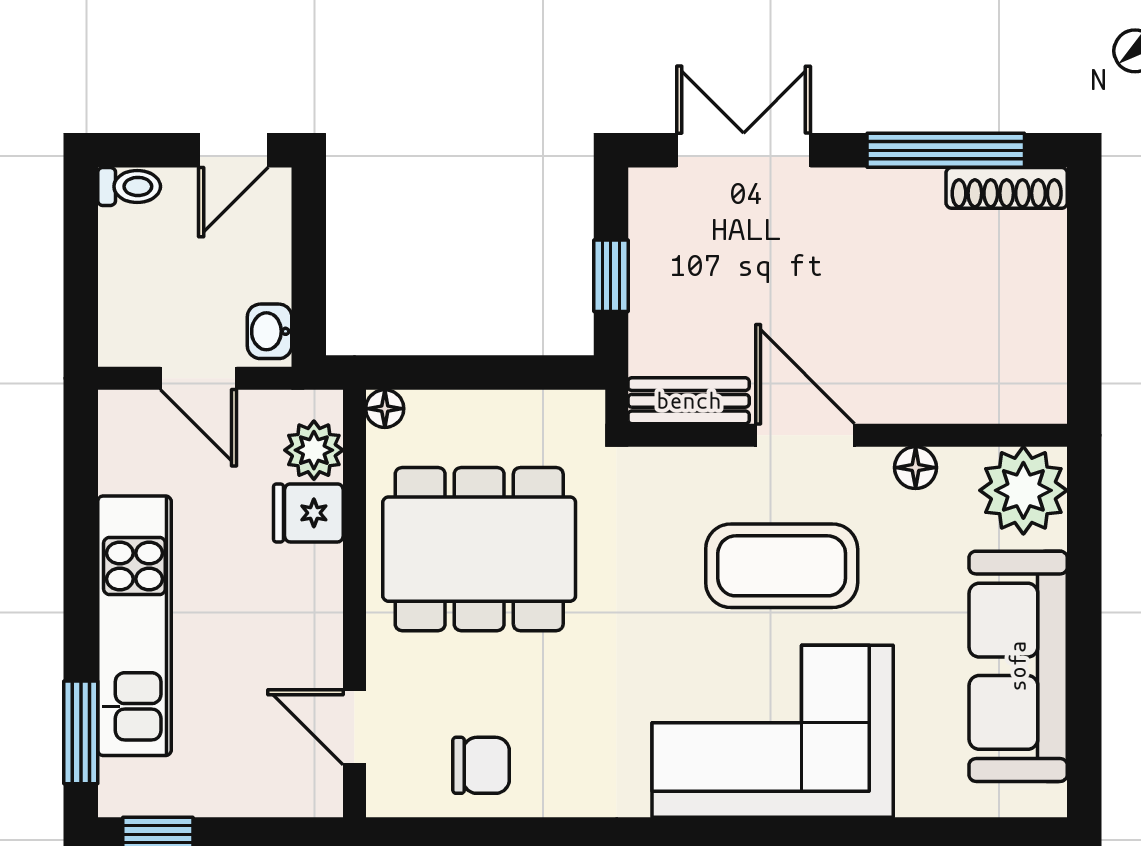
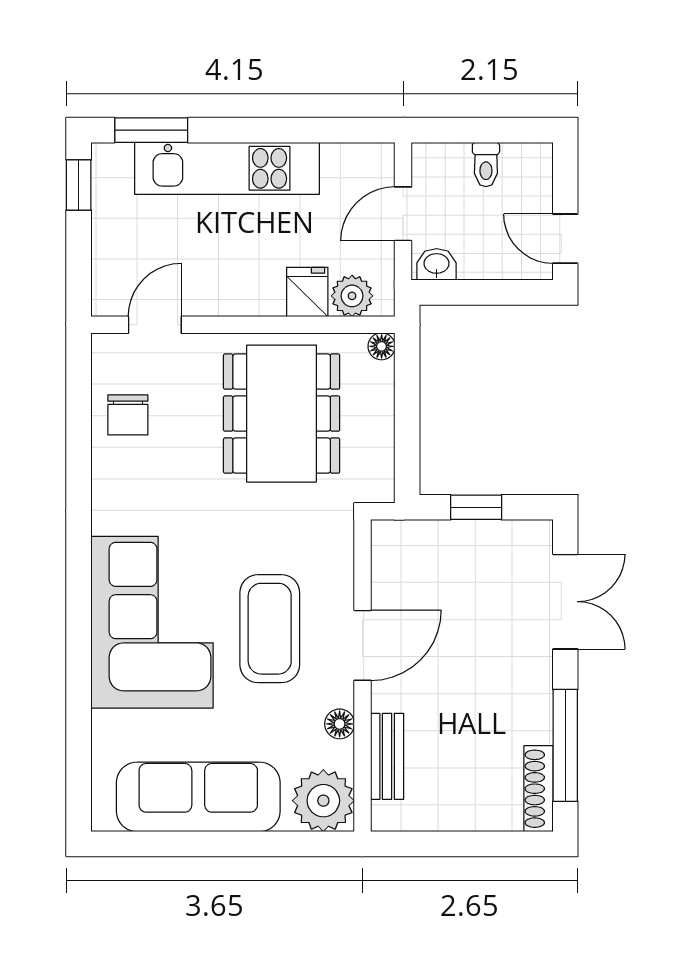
toilet: (129, 186) -> (486, 164), moved
bench: (689, 401) -> (387, 756), moved

